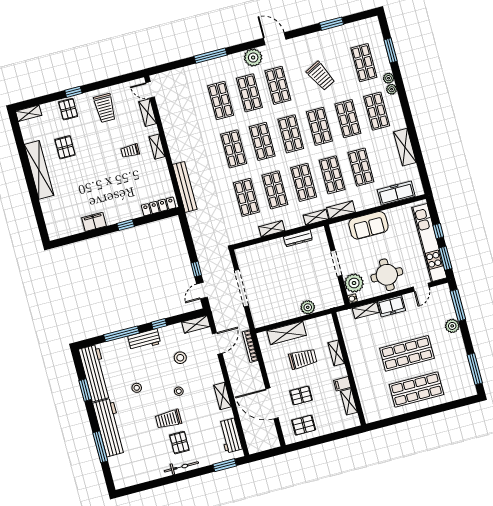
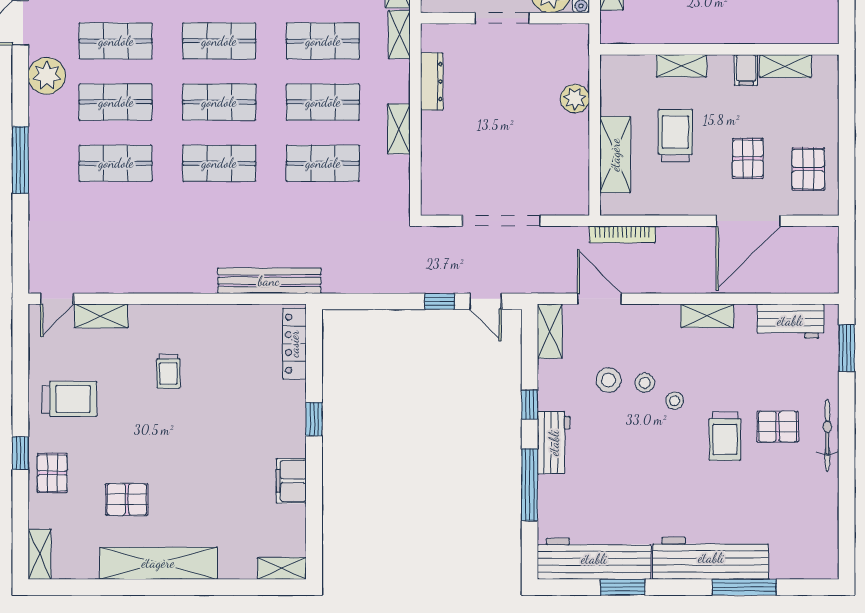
pallet: (68, 109) -> (52, 473), turned 90
shelving: (157, 147) -> (282, 568), moved
stool: (137, 388) -> (645, 383), moved

